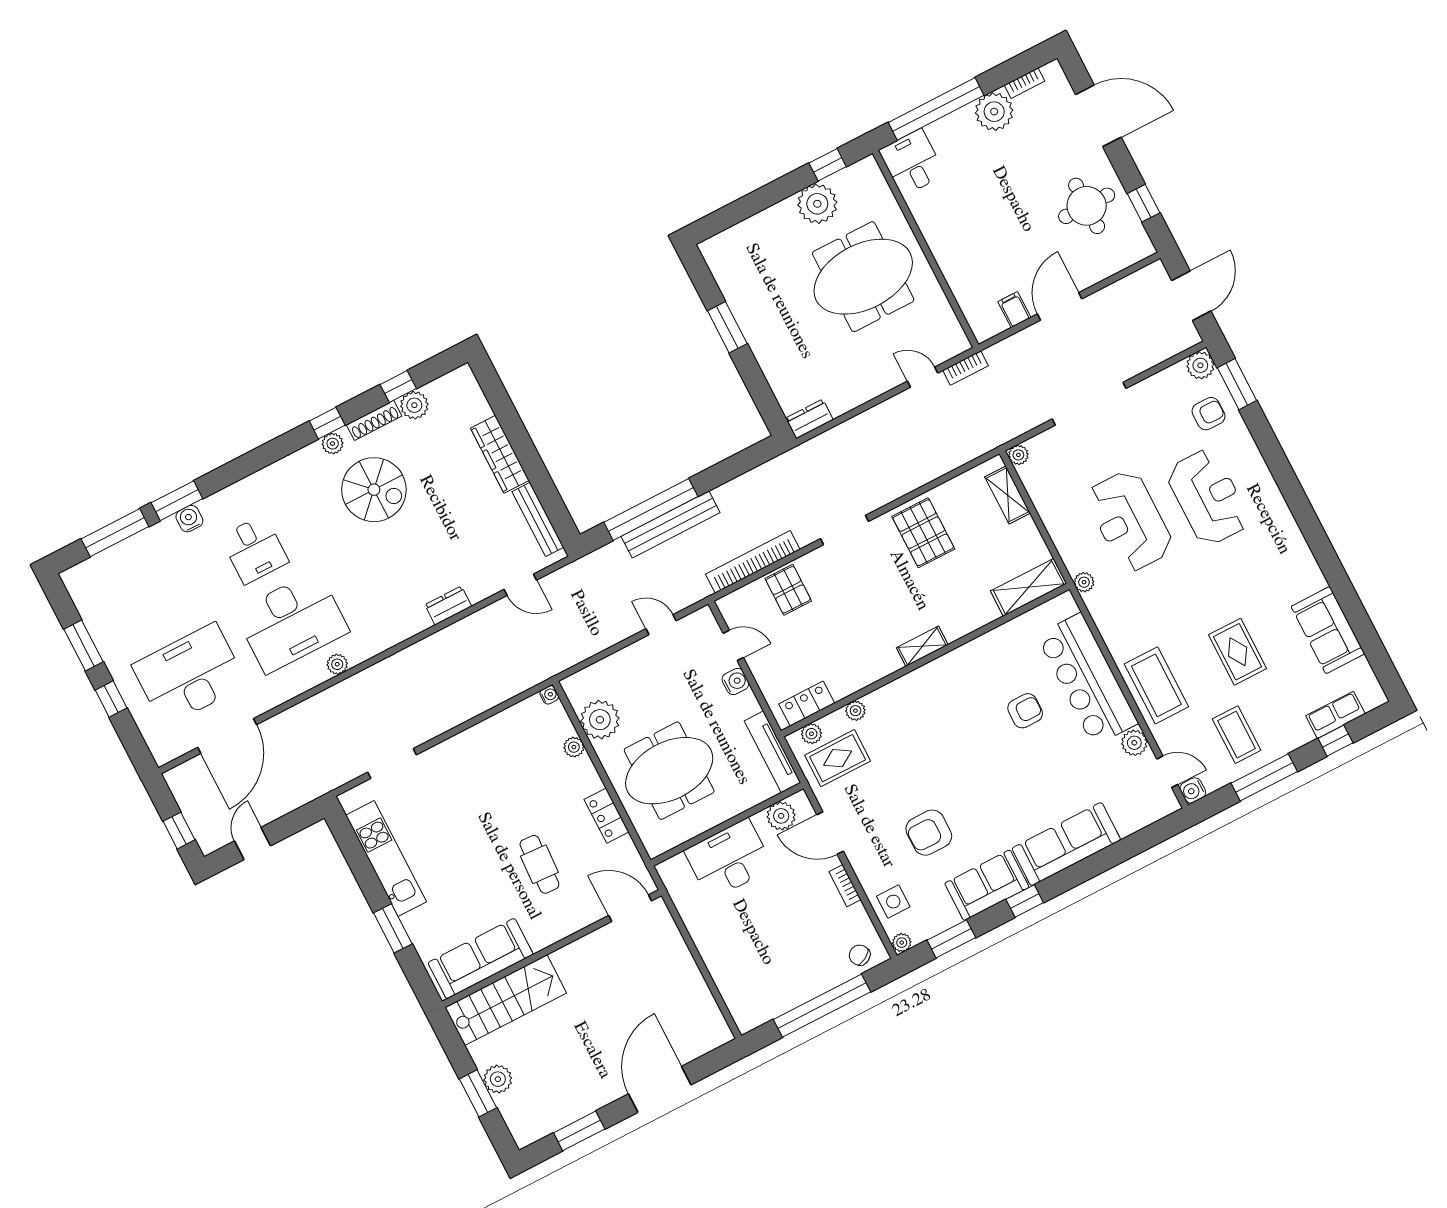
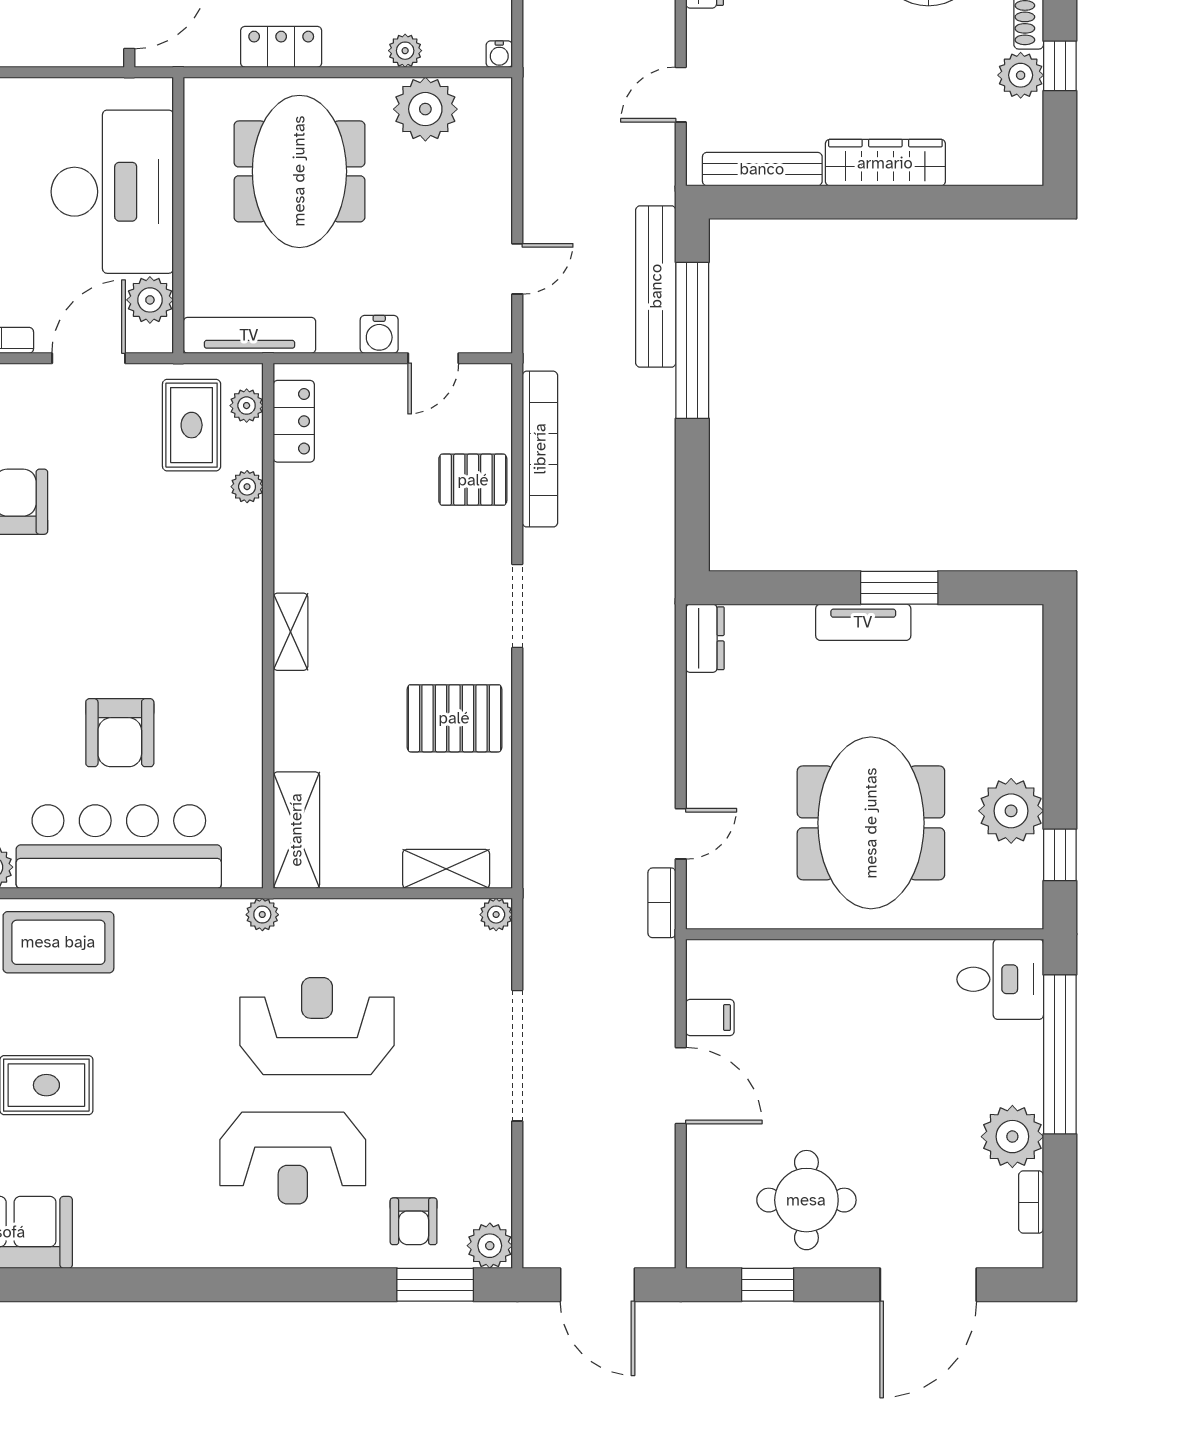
tv unit: (756, 337) -> (863, 622), added
bench: (671, 524) -> (656, 286), moved
armchair: (1025, 711) -> (120, 733), width x1.38, depth x1.38
desk: (729, 859) -> (112, 192), width x1.36, depth x1.30

